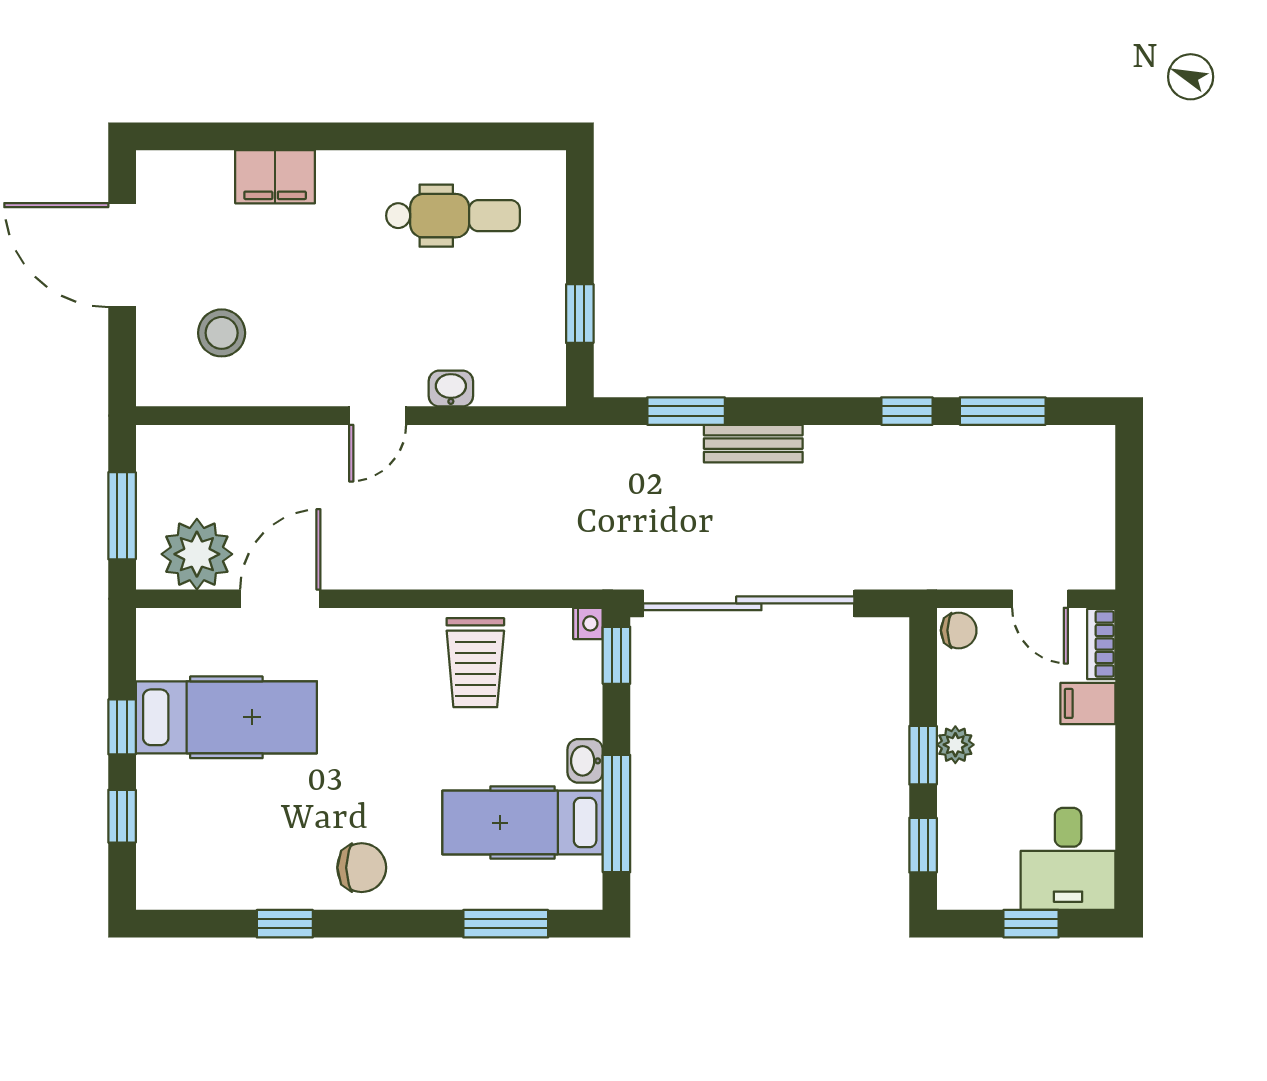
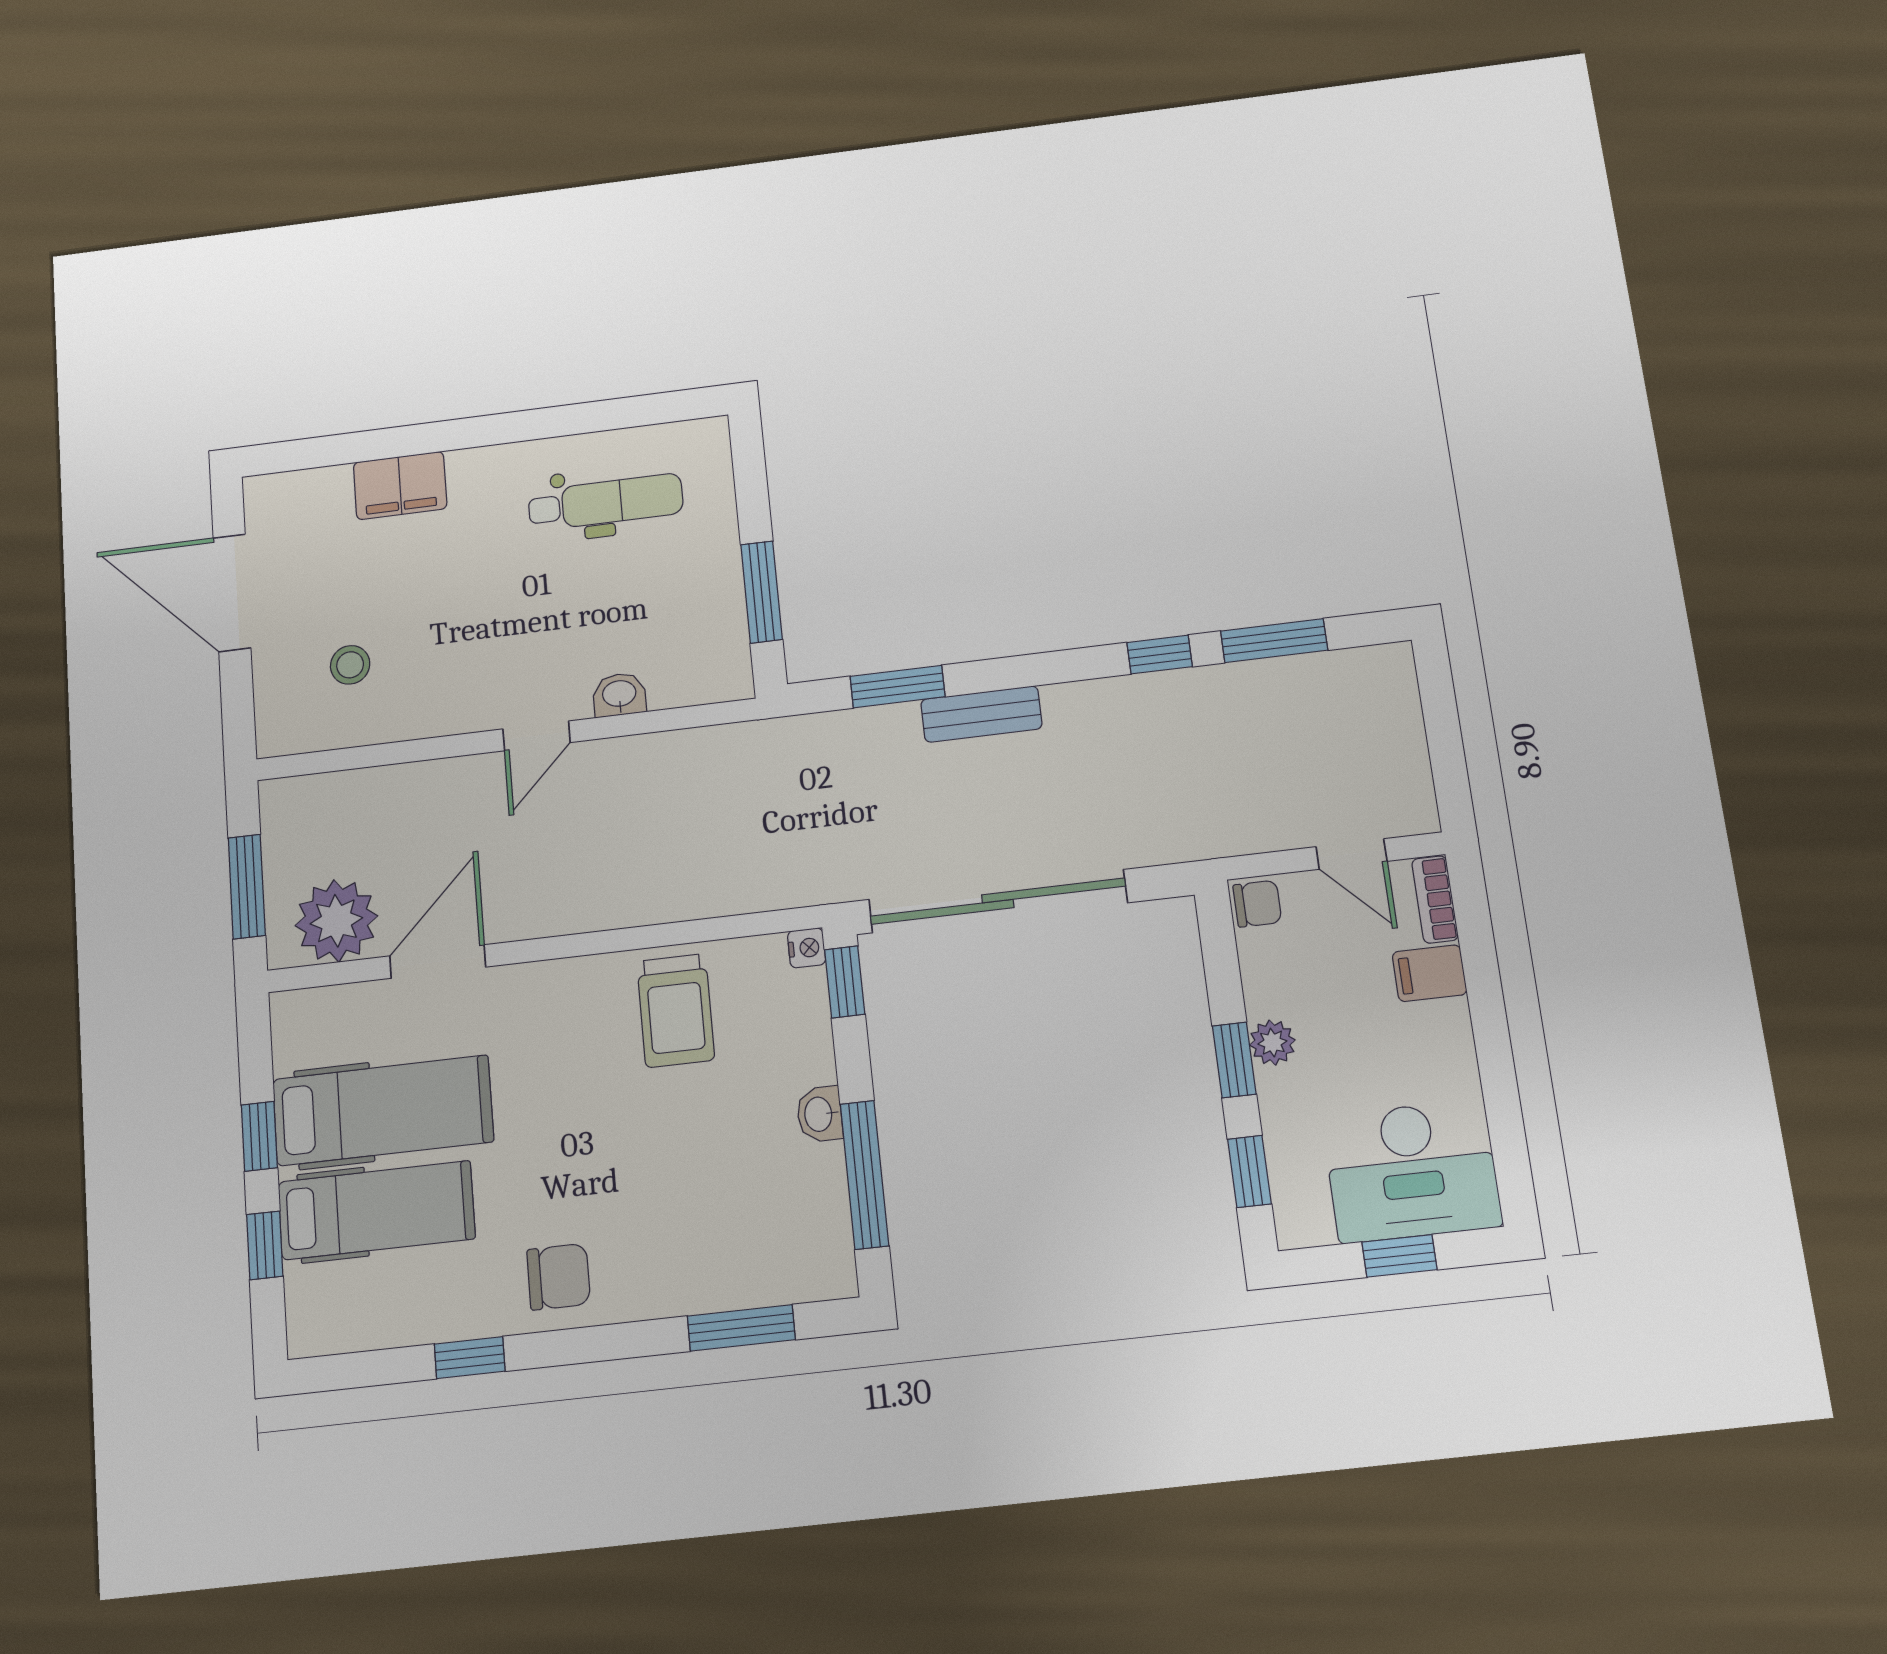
window: (580, 314) -> (762, 592), width x1.50
stool: (222, 333) -> (350, 665), width x0.73, depth x0.73
hospital bed: (523, 823) -> (376, 1210), moved, turned 180
desk: (1068, 859) -> (1412, 1171), width x1.37

